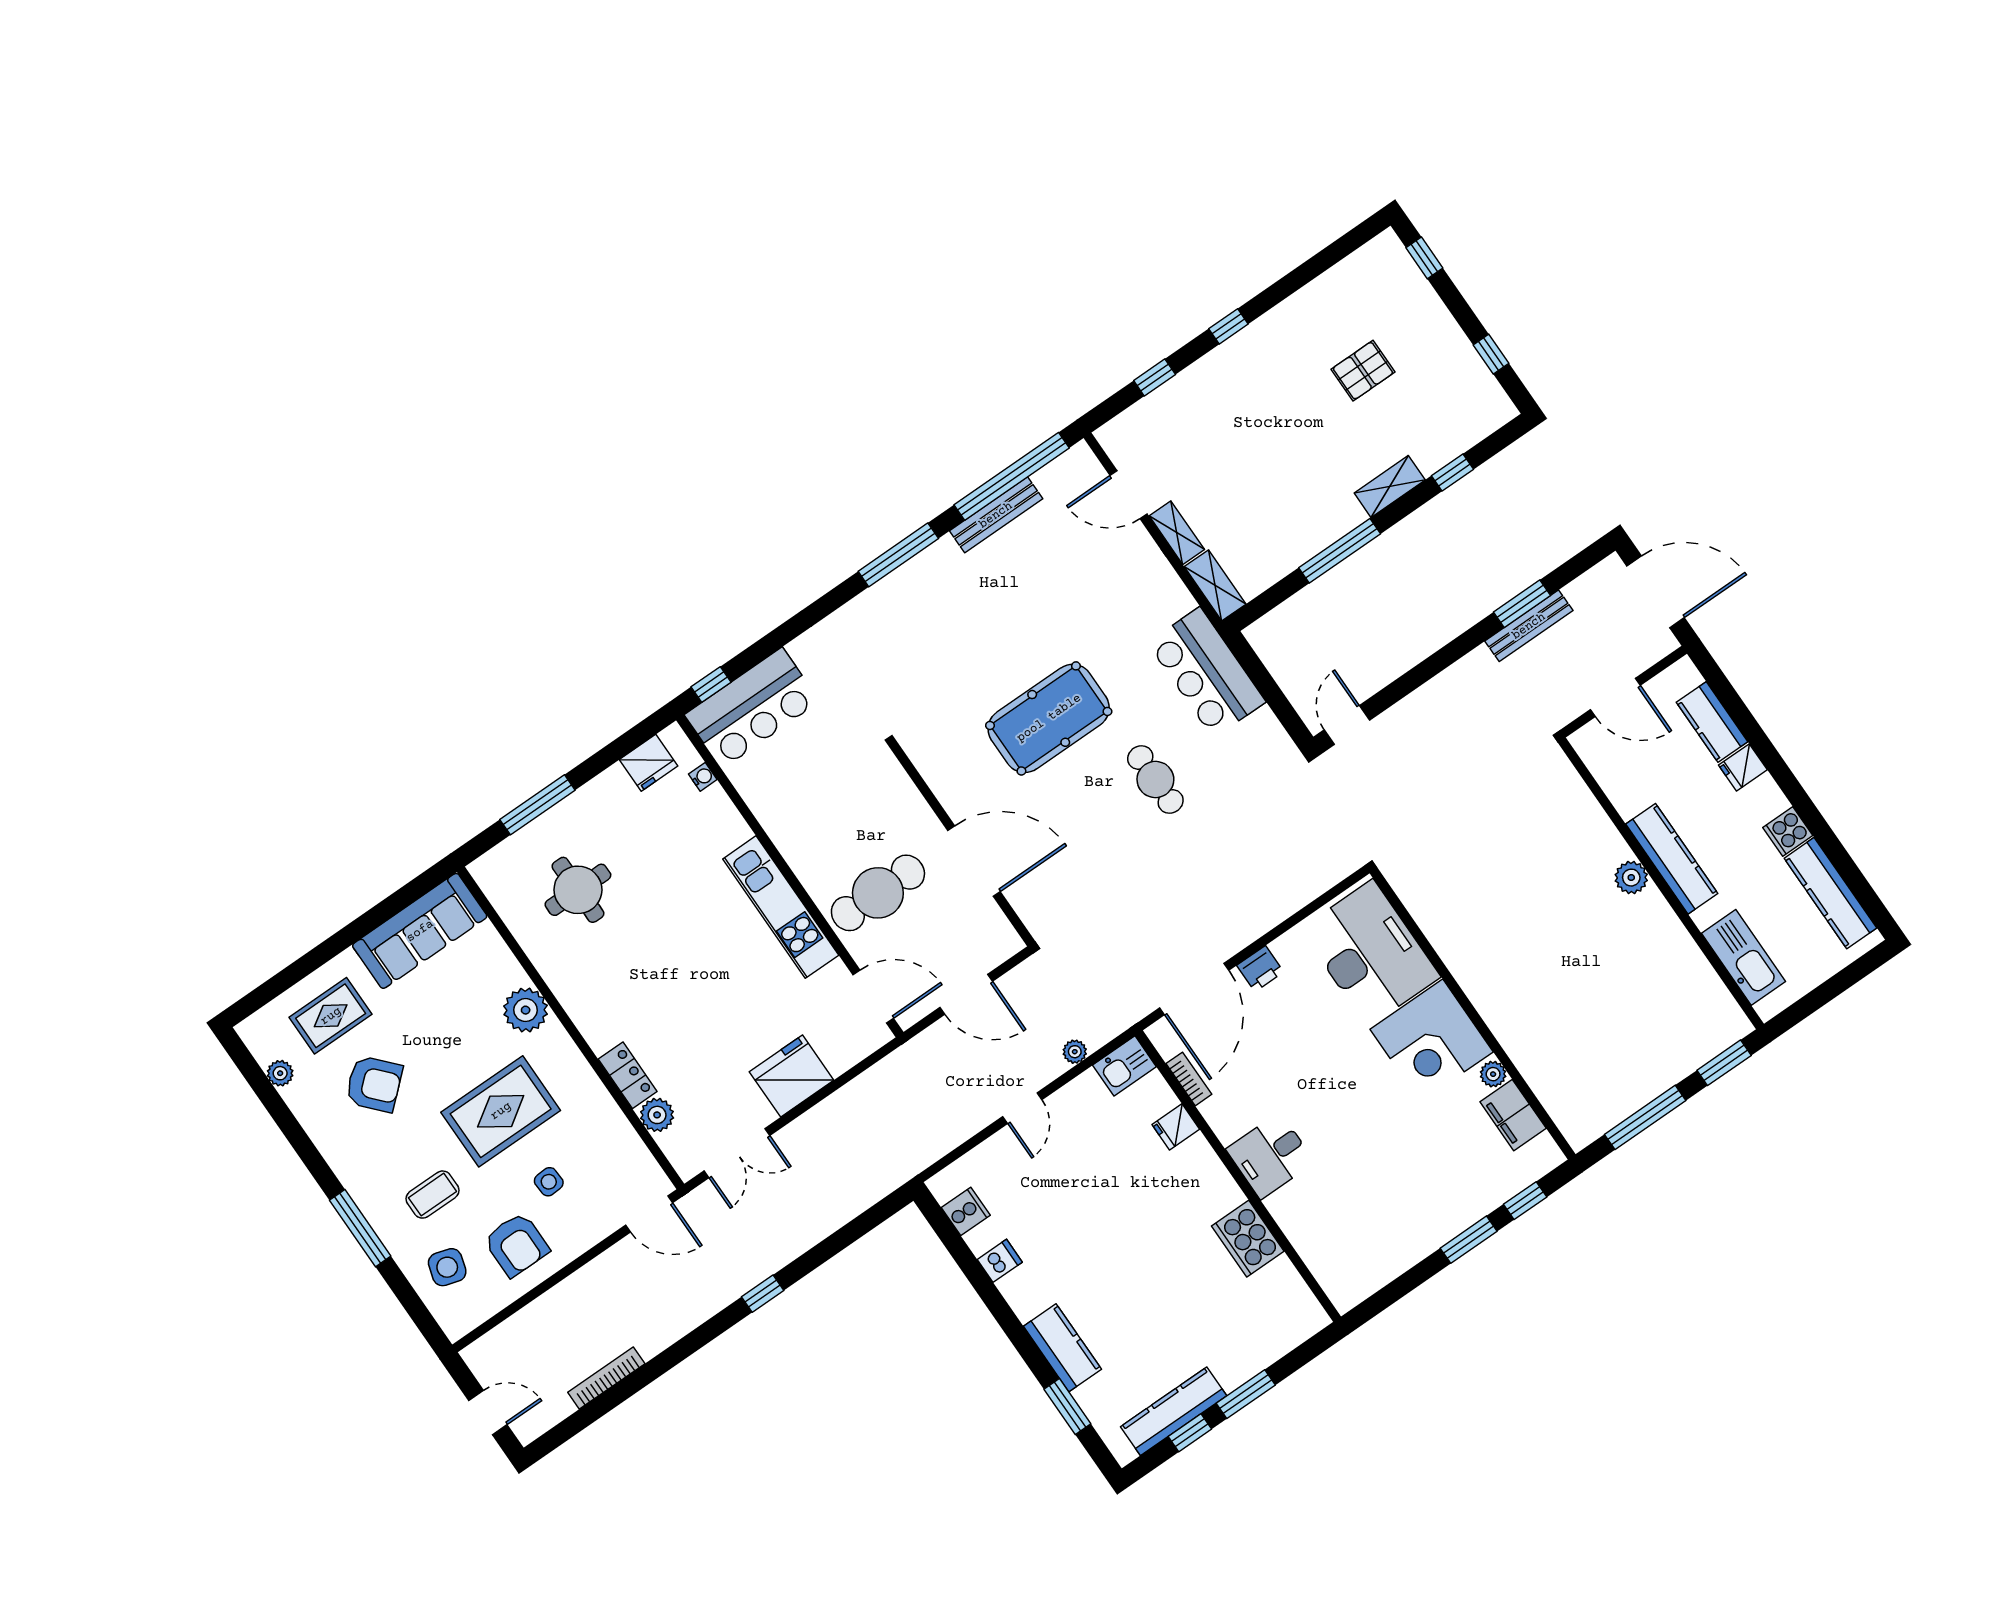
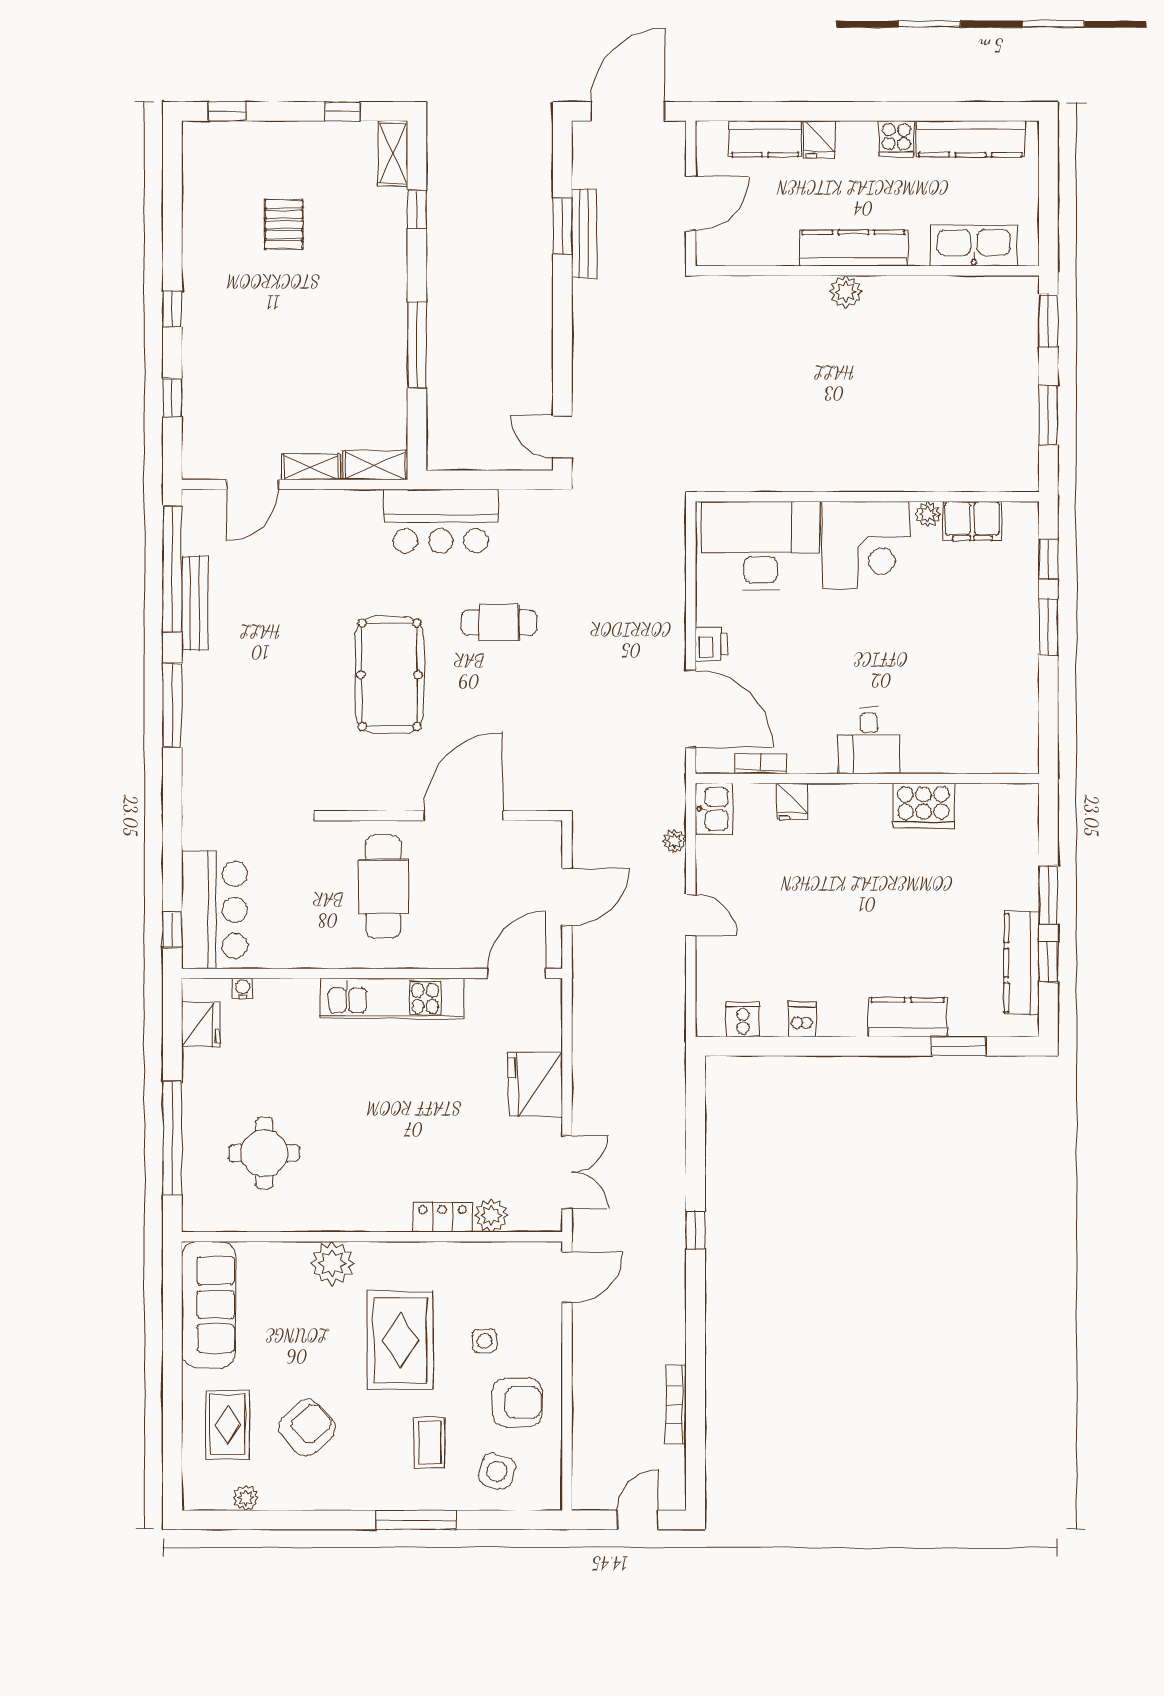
shelving: (1390, 486) -> (393, 153), moved
window: (537, 805) -> (172, 1138), width x1.46
cafe table: (878, 893) -> (383, 887), moved
window: (1645, 1117) -> (1048, 415), width x0.69

